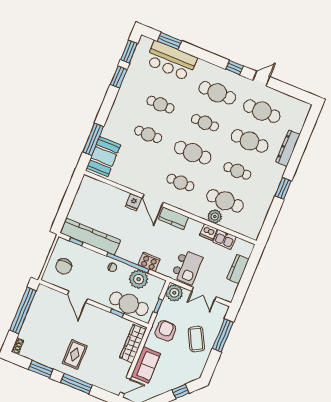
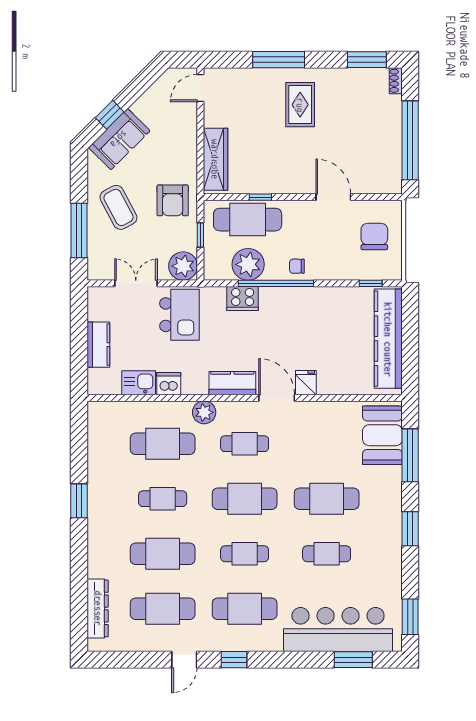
bar counter: (171, 61) -> (338, 630), width x1.36
window: (119, 77) -> (410, 529), moved
cafe table: (148, 134) -> (327, 499), width x1.37, depth x1.35
dresser: (288, 148) -> (98, 608), moved
plant: (215, 216) -> (204, 412), moved
kitchen counter: (90, 237) -> (388, 339), moved, turned 90
kitchen island: (187, 267) -> (179, 315), turned 180
sofa: (146, 365) -> (119, 139), moved, turned -135
window: (41, 369) -> (367, 60), moved

